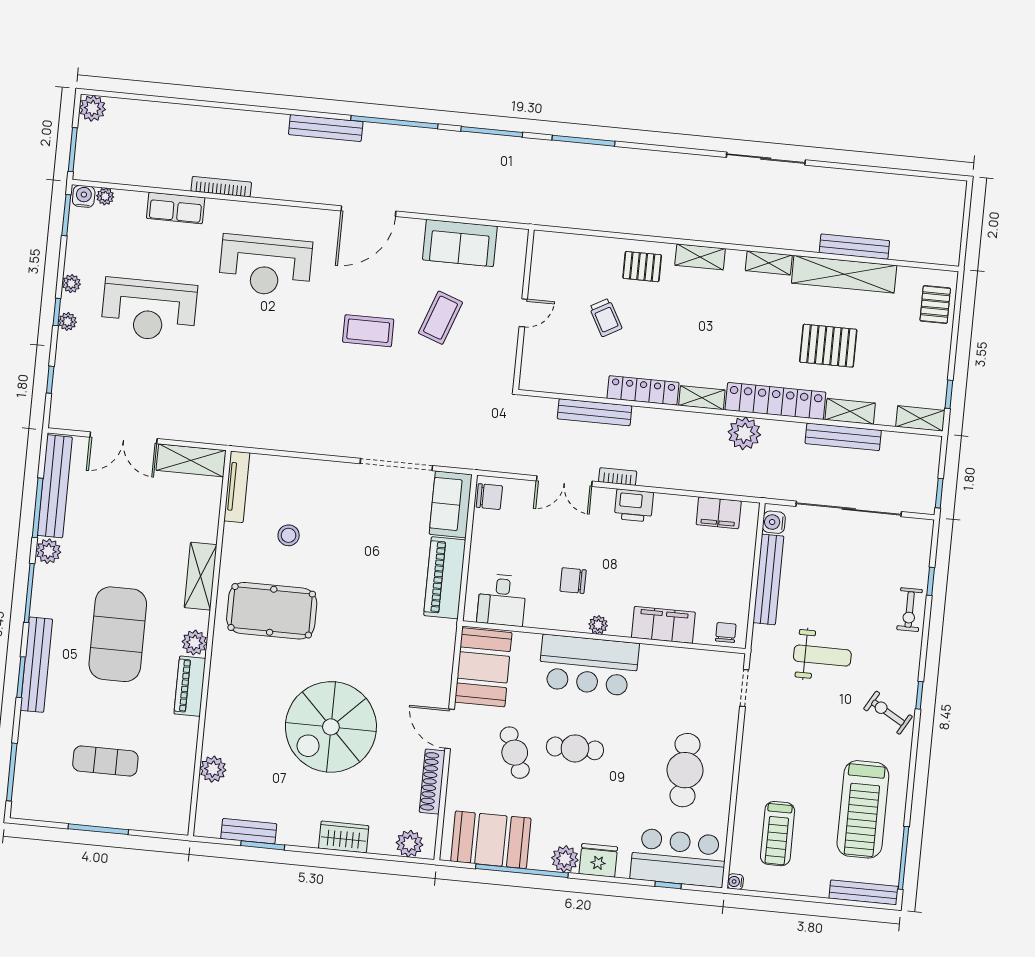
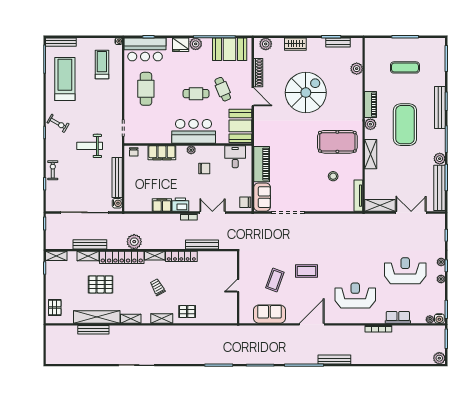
trolley: (606, 318) -> (157, 287), moved
filing cabinet: (719, 513) -> (162, 205), moved

